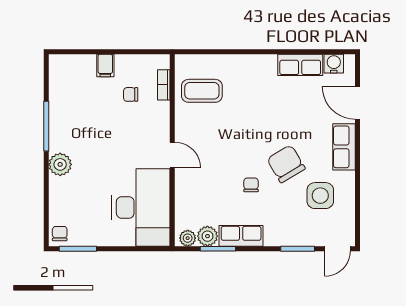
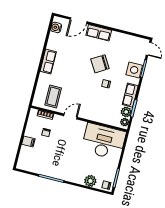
row of seats: (300, 65) -> (48, 61), moved
door: (172, 155) -> (70, 117), moved
plant: (60, 164) -> (90, 181), moved
side table: (320, 196) -> (134, 70), moved

